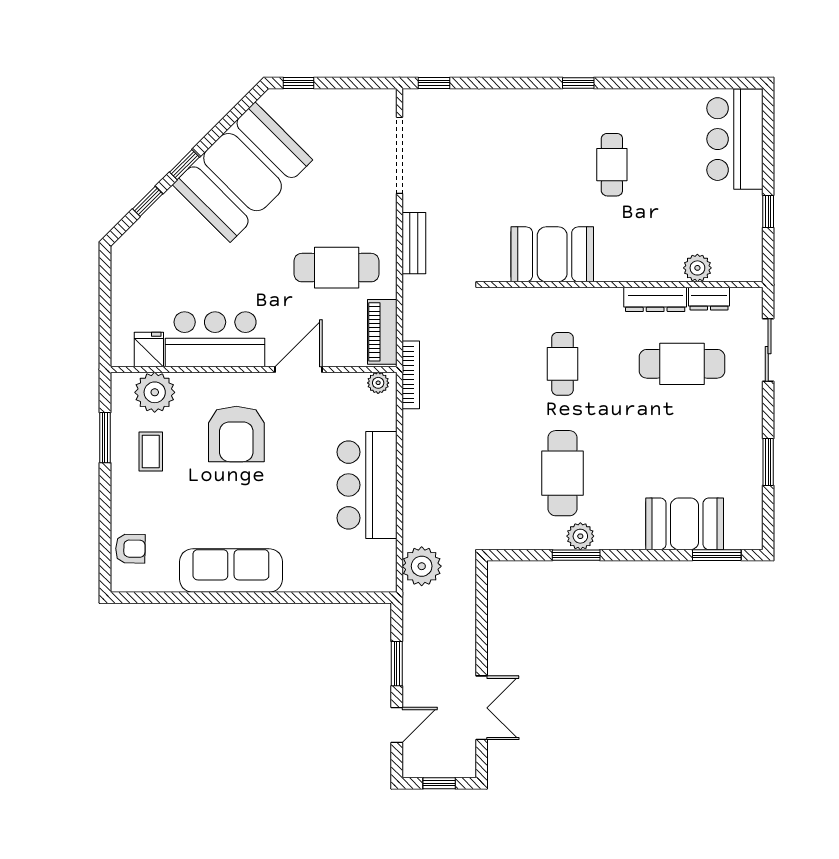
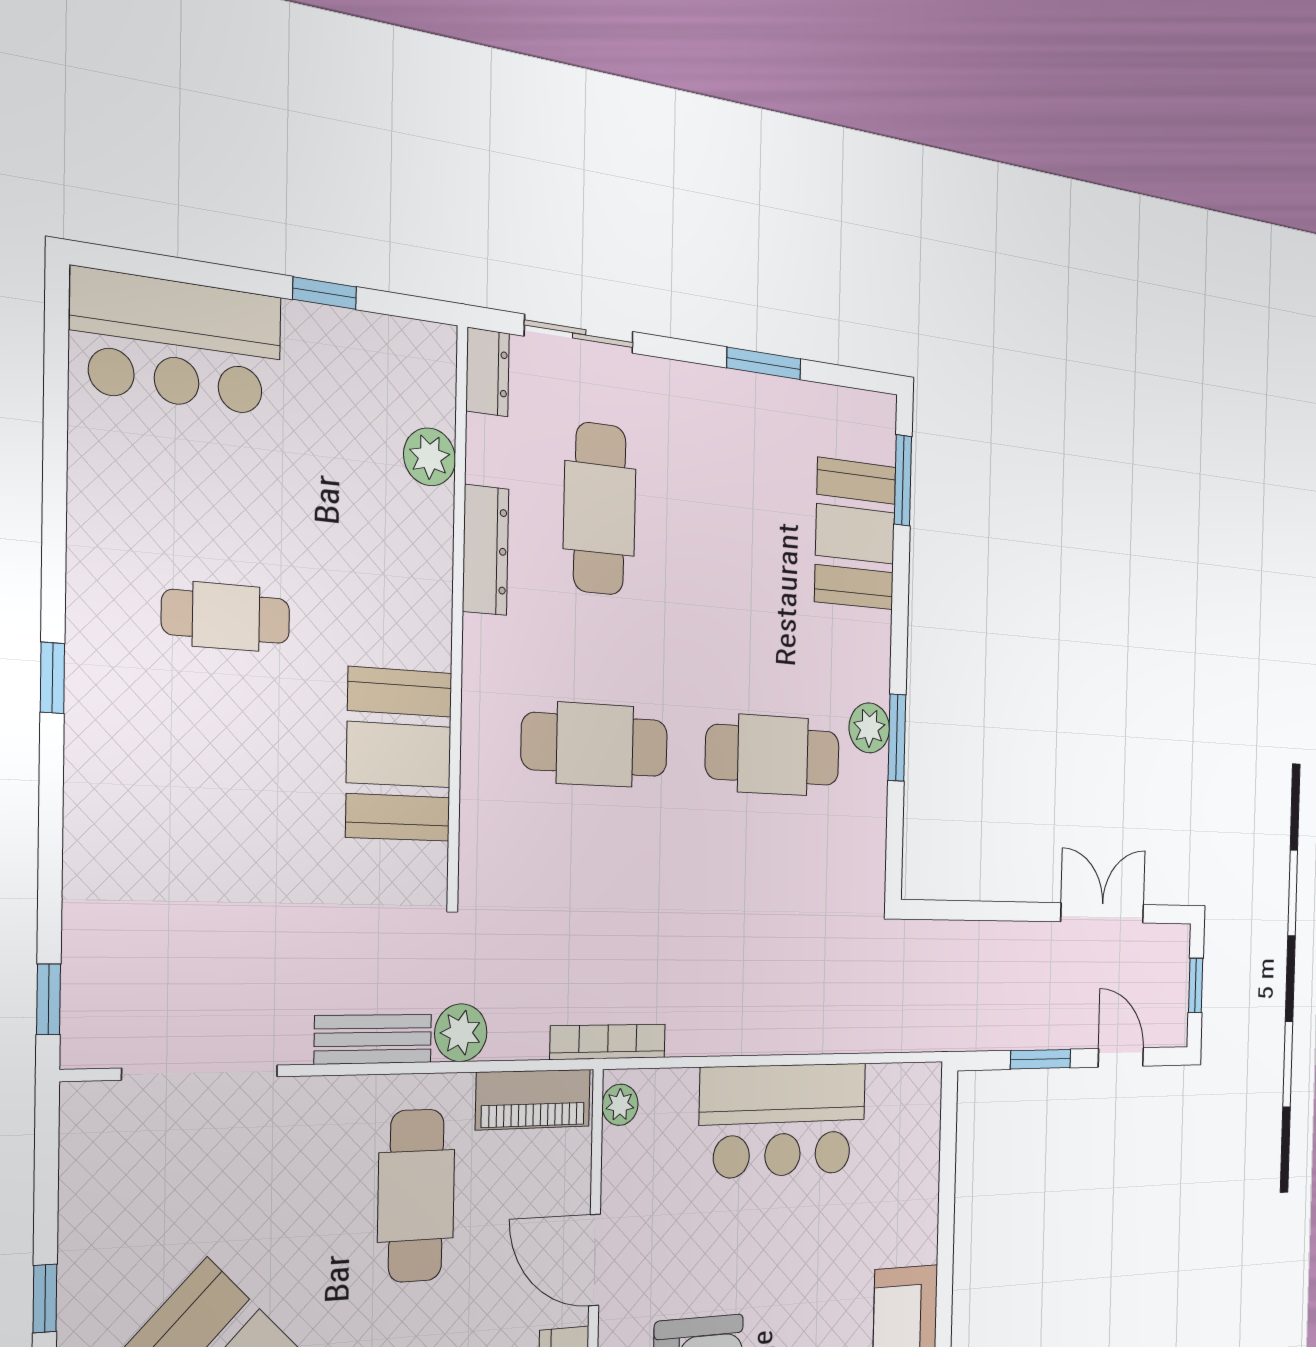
dresser: (709, 299) -> (488, 372), moved
cafe table: (563, 364) -> (595, 745), width x1.37, depth x1.35
plant: (422, 566) -> (461, 1033), moved, width x0.73, depth x0.73

